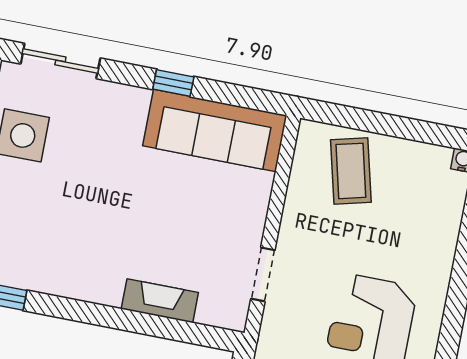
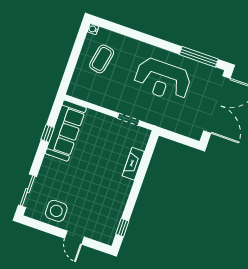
window: (173, 83) -> (47, 134), moved
coffee table: (351, 171) -> (102, 59), moved, turned -65

